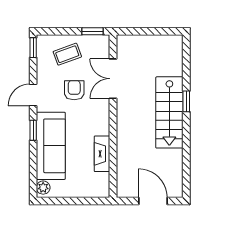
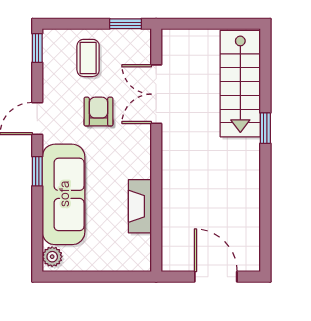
coffee table: (67, 54) -> (88, 58), turned -70
stairs: (169, 112) -> (240, 84), moved

